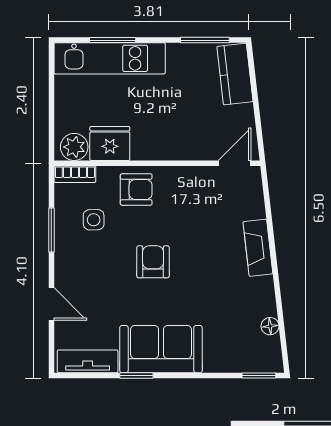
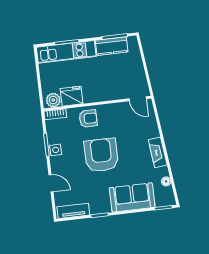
kitchen counter: (235, 74) -> (112, 46), moved, turned -83
door: (235, 163) -> (138, 99), swing flipped
side table: (94, 220) -> (56, 150), moved
fireplace: (258, 248) -> (158, 152), moved
armchair: (153, 262) -> (101, 155), width x1.88, depth x1.88
sofa: (161, 349) -> (132, 197), moved

